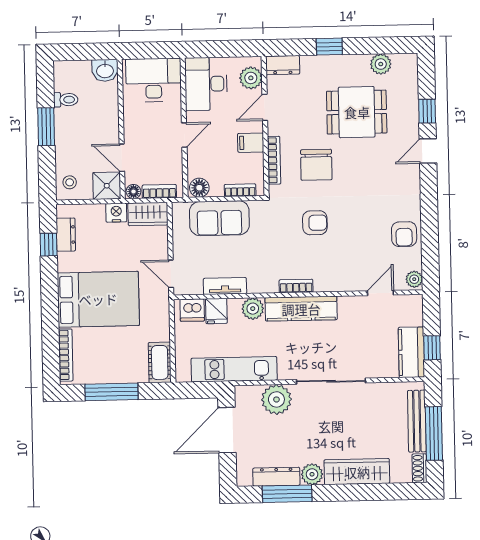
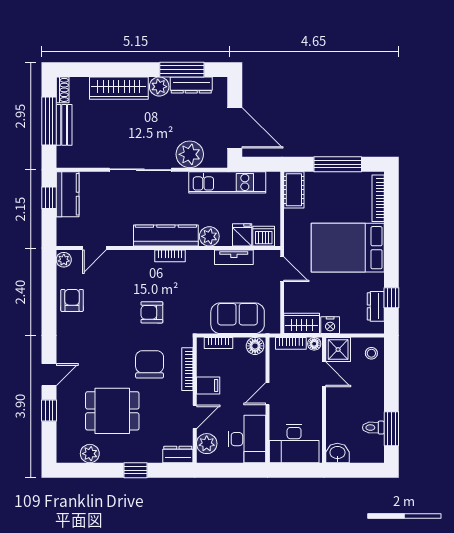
window: (46, 127) -> (391, 429), moved
bench: (417, 421) -> (64, 125), width x0.73
door: (227, 430) -> (235, 128), hinge flipped

